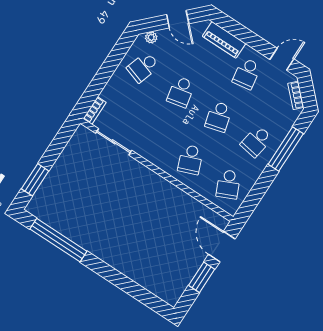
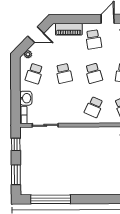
washbasin: (112, 91) -> (26, 98), added
window: (60, 141) -> (16, 144), added
school desk: (190, 160) -> (94, 107), turned 45

